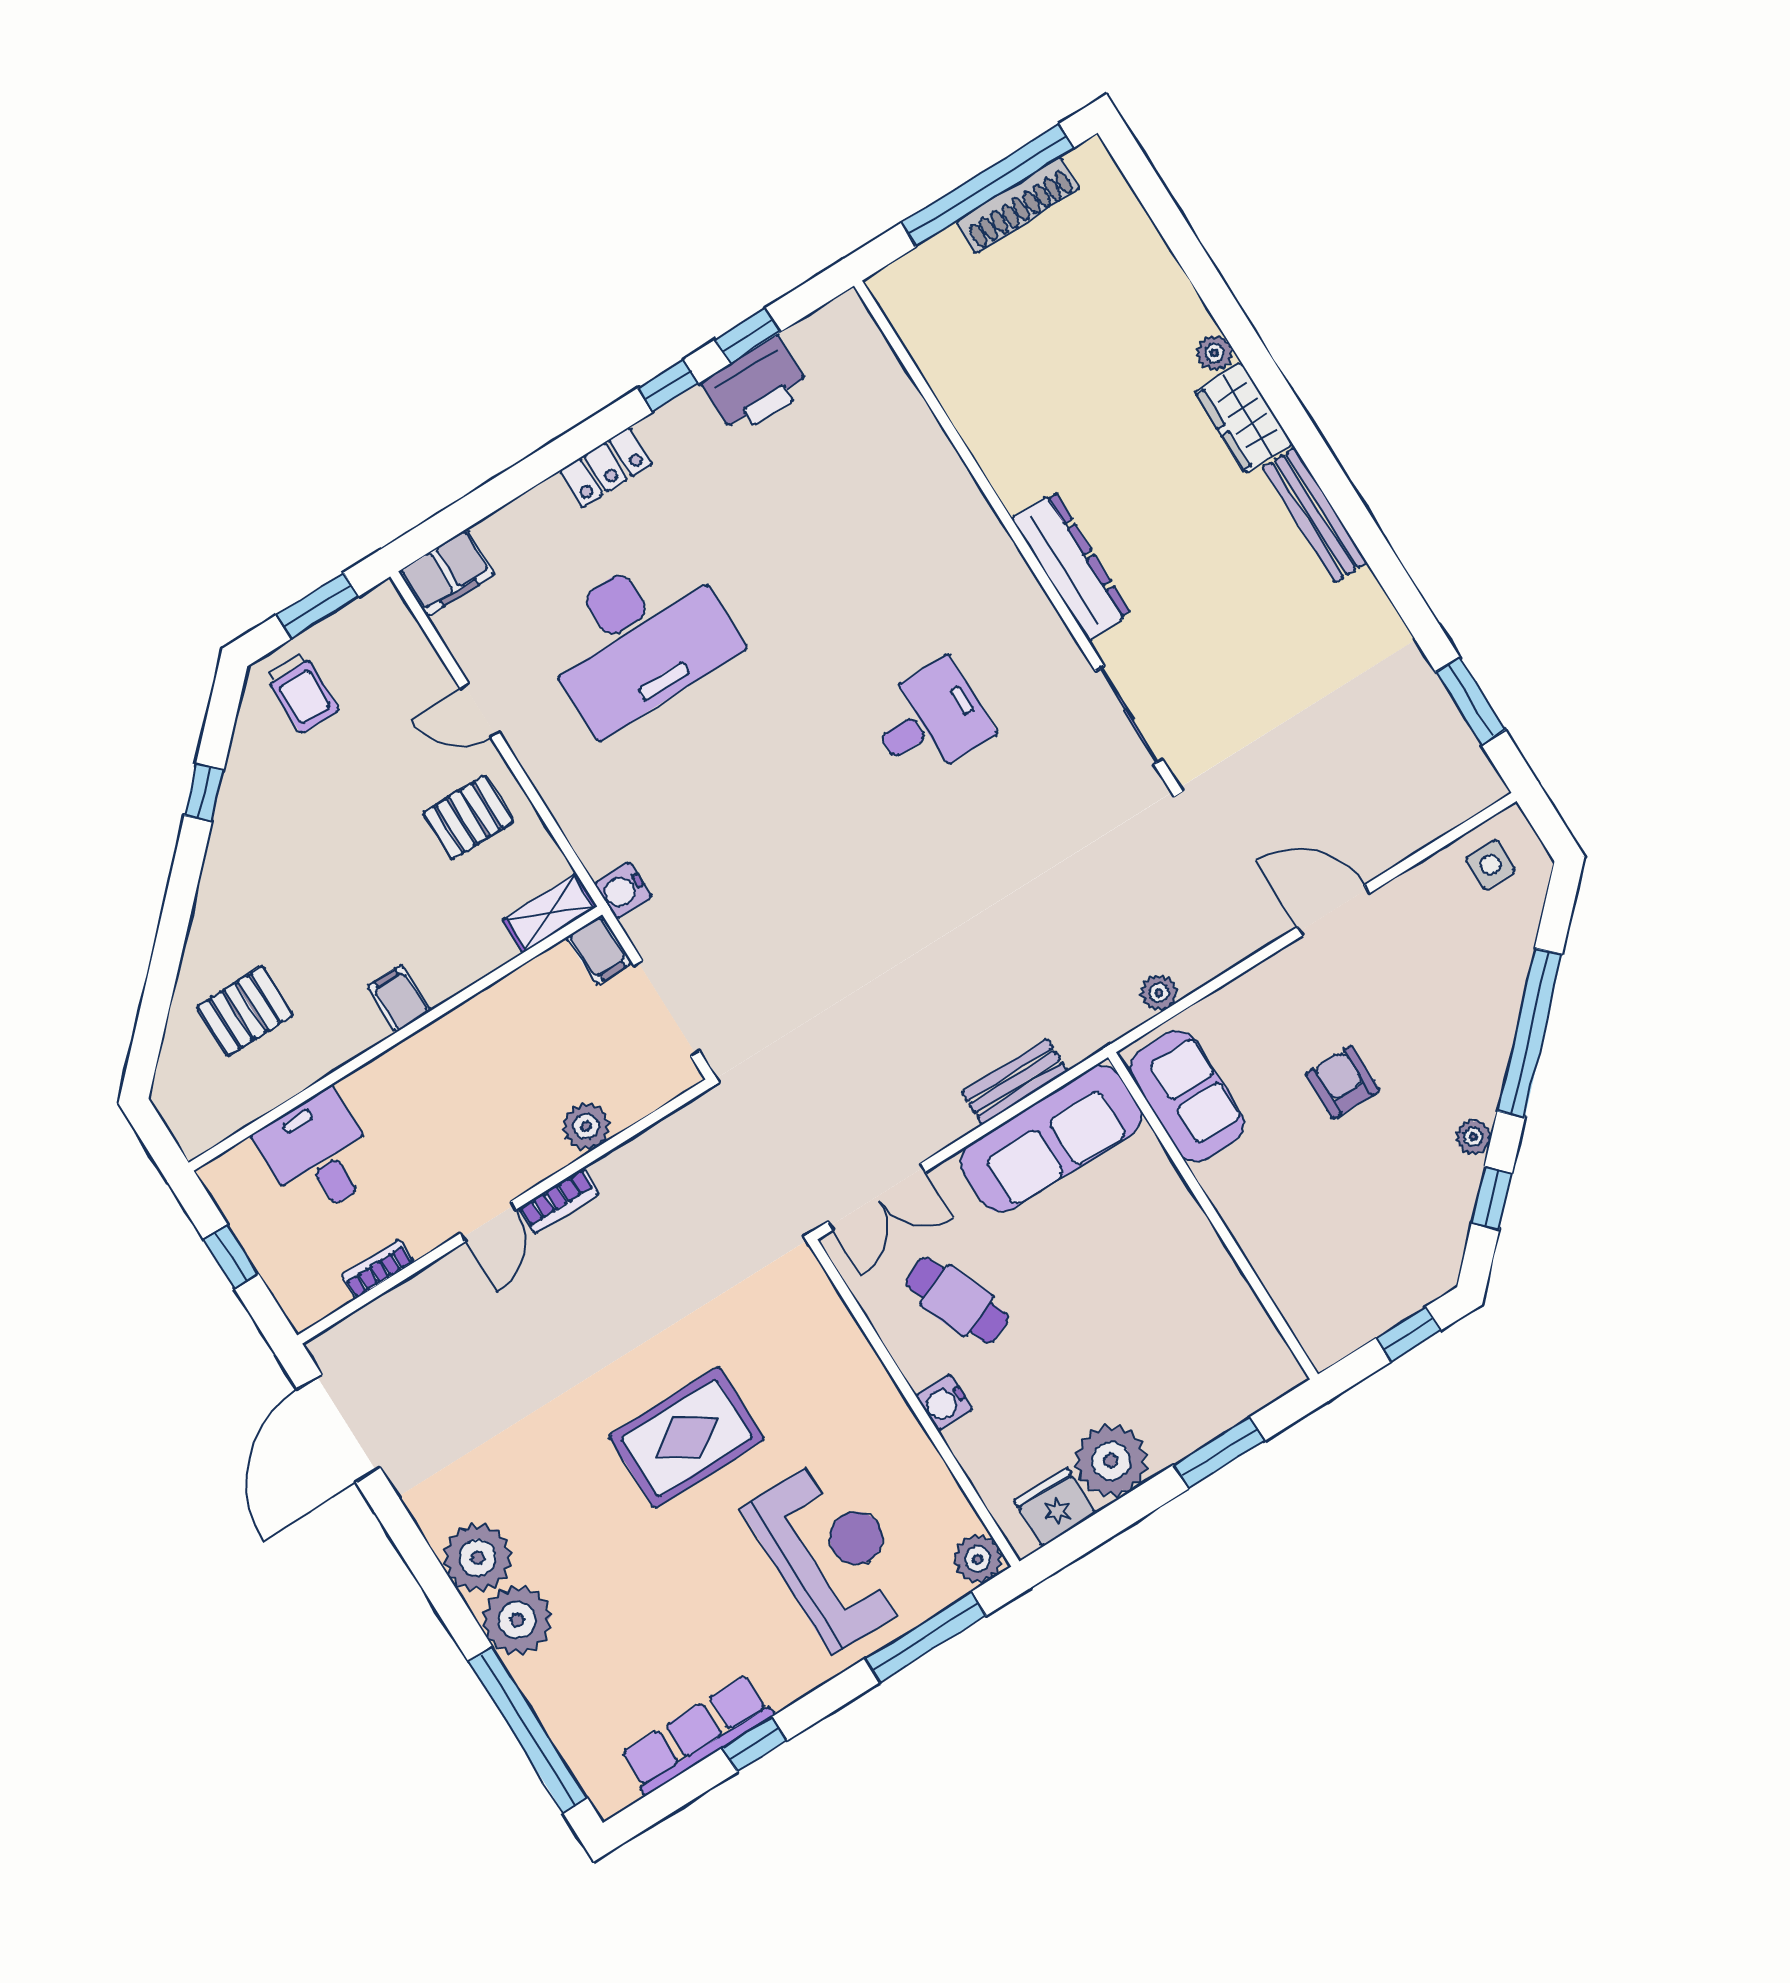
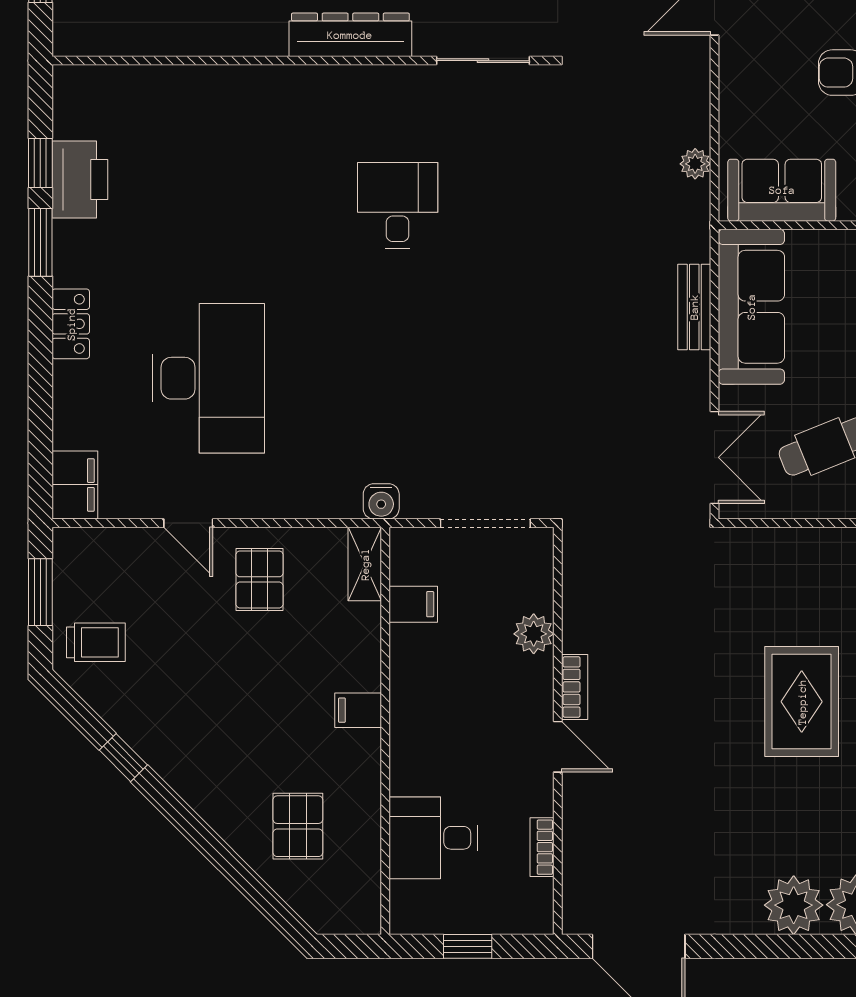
window: (668, 386) -> (40, 242), width x1.50
door: (480, 710) -> (188, 523), hinge flipped
filing cabinet: (599, 950) -> (413, 604), moved

